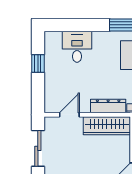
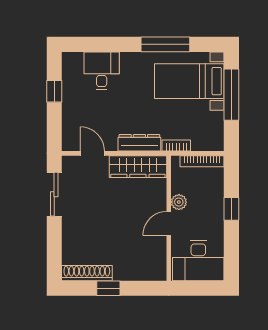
door: (69, 115) -> (92, 153), hinge flipped

